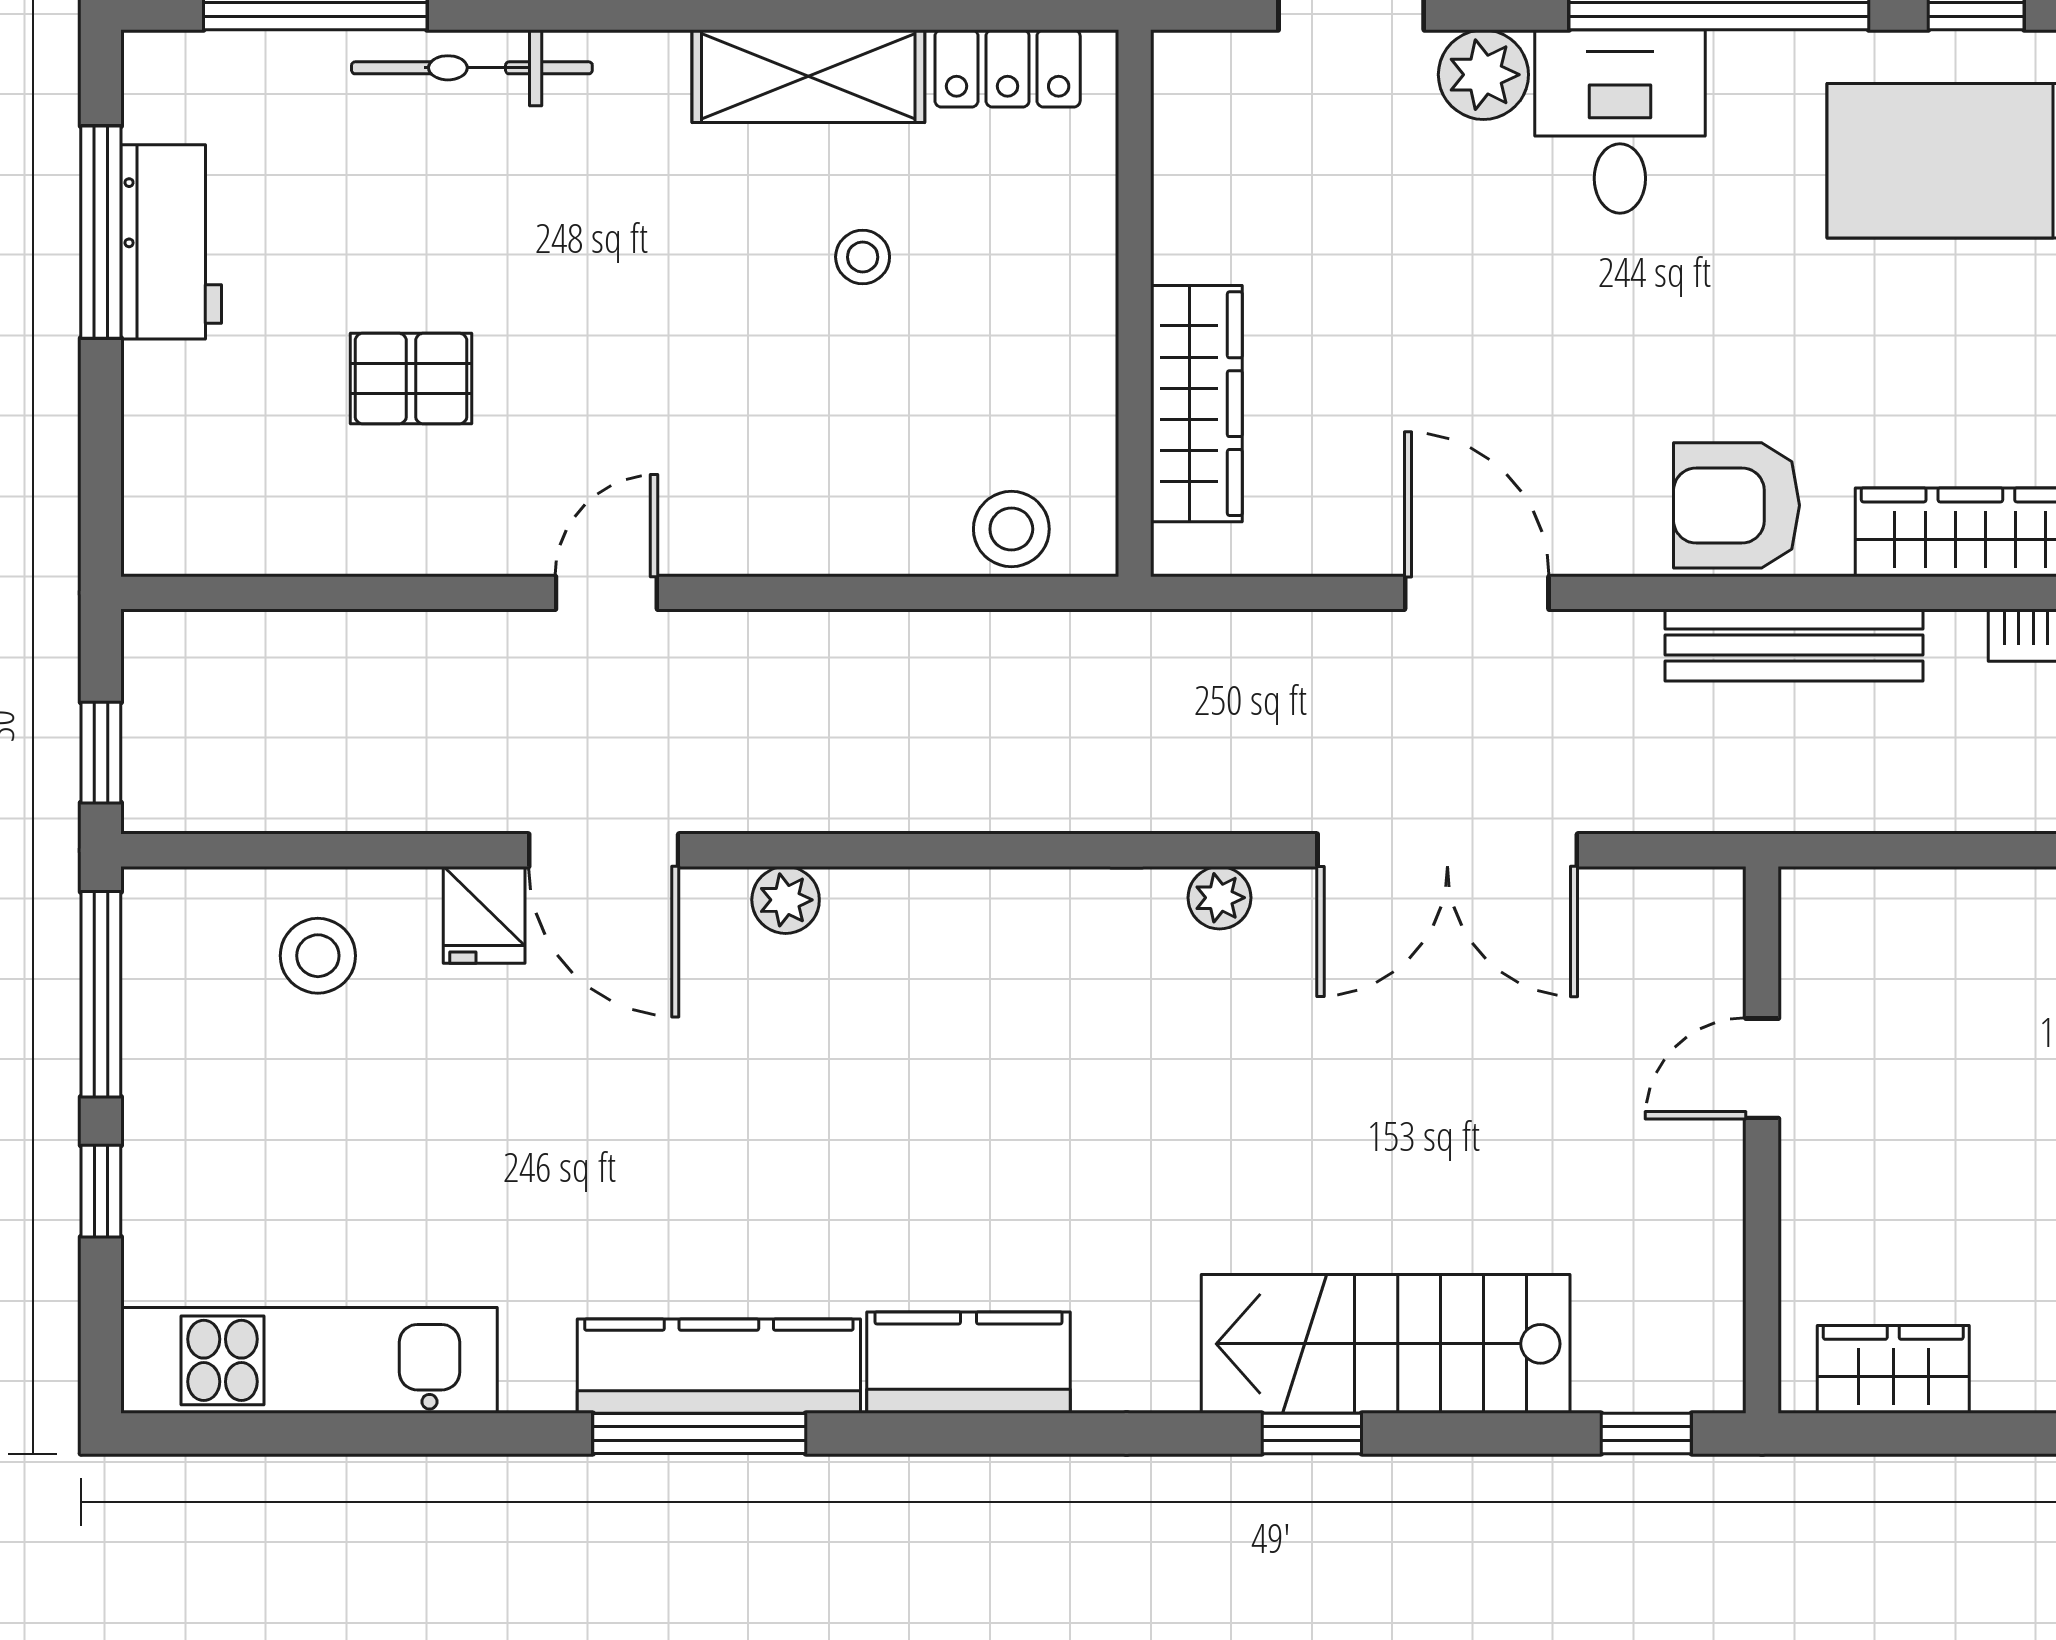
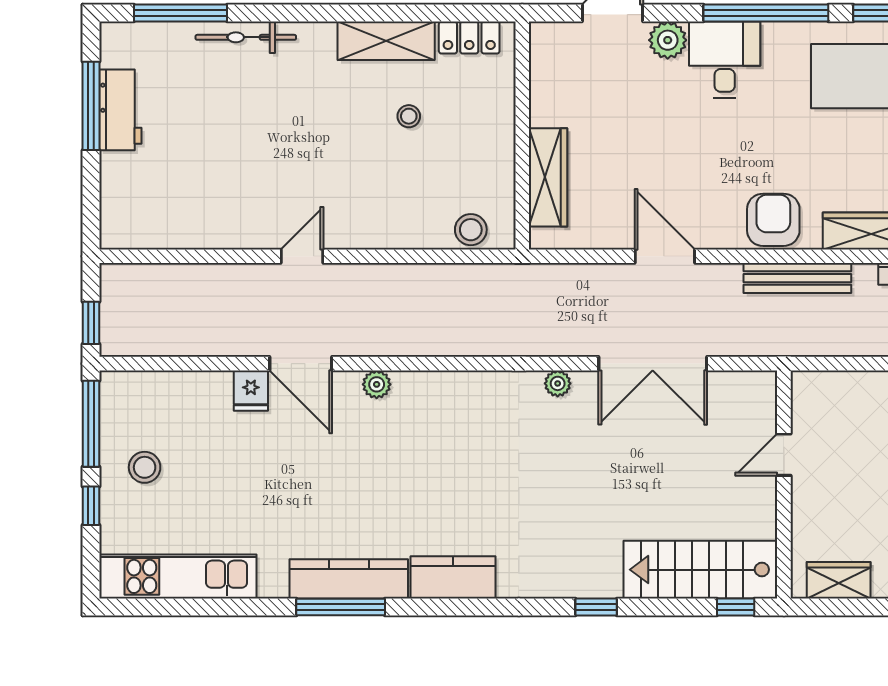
pallet: (411, 379) -> (220, 167), removed
armchair: (1736, 505) -> (773, 220), turned 90
stool: (318, 956) -> (145, 467), moved
stairs: (1386, 1344) -> (700, 570), moved

